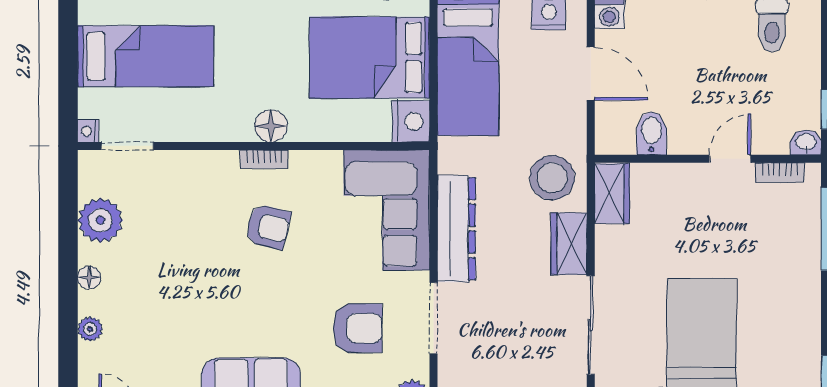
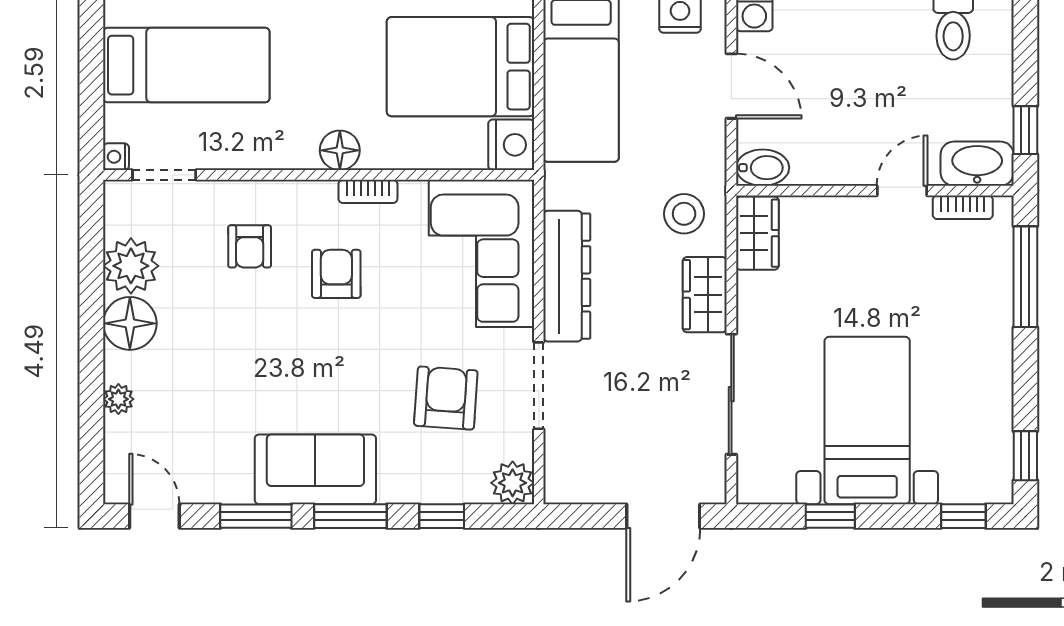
bidet: (652, 133) -> (763, 168), moved, turned 90
washbasin: (806, 142) -> (977, 164), width x1.91, depth x1.45
bookcase: (264, 159) -> (368, 191), moved
stool: (552, 178) -> (684, 214), width x0.73, depth x0.73
armchair: (197, 204) -> (250, 246), added
armchair: (268, 227) -> (336, 274), turned -104
floor lamp: (89, 277) -> (130, 323), width x1.89, depth x1.89
armchair: (358, 328) -> (446, 398), turned -86

